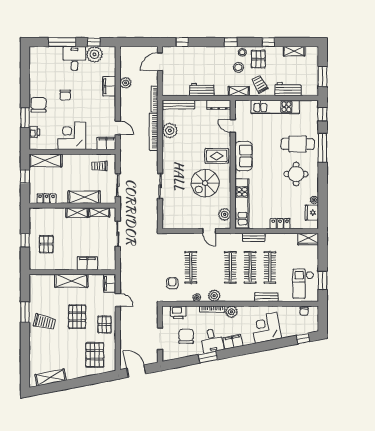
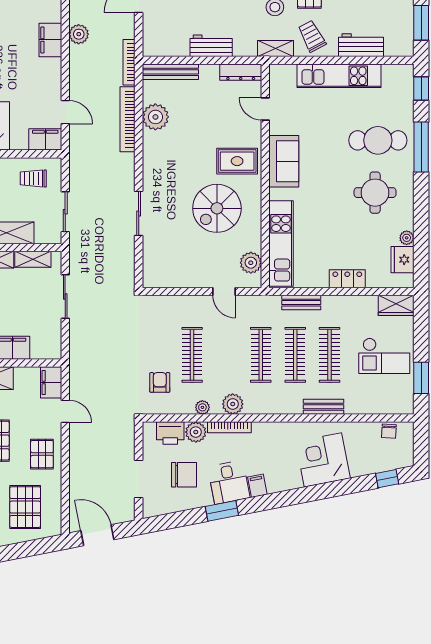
checkout: (303, 284) -> (384, 356), moved, turned -90
plant: (232, 312) -> (196, 432), moved
chair: (186, 336) -> (184, 475), turned 90
filing cabinet: (233, 342) -> (257, 486), width x0.50

